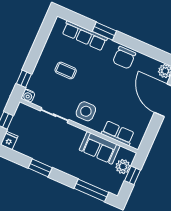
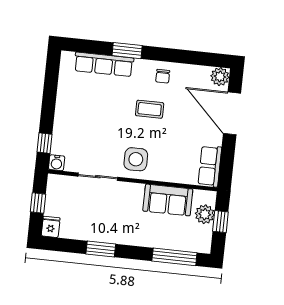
chair: (124, 58) -> (163, 76), width x0.54, depth x0.54
coffee table: (66, 71) -> (150, 109), moved
row of seats: (118, 133) -> (210, 166), moved, turned -90

